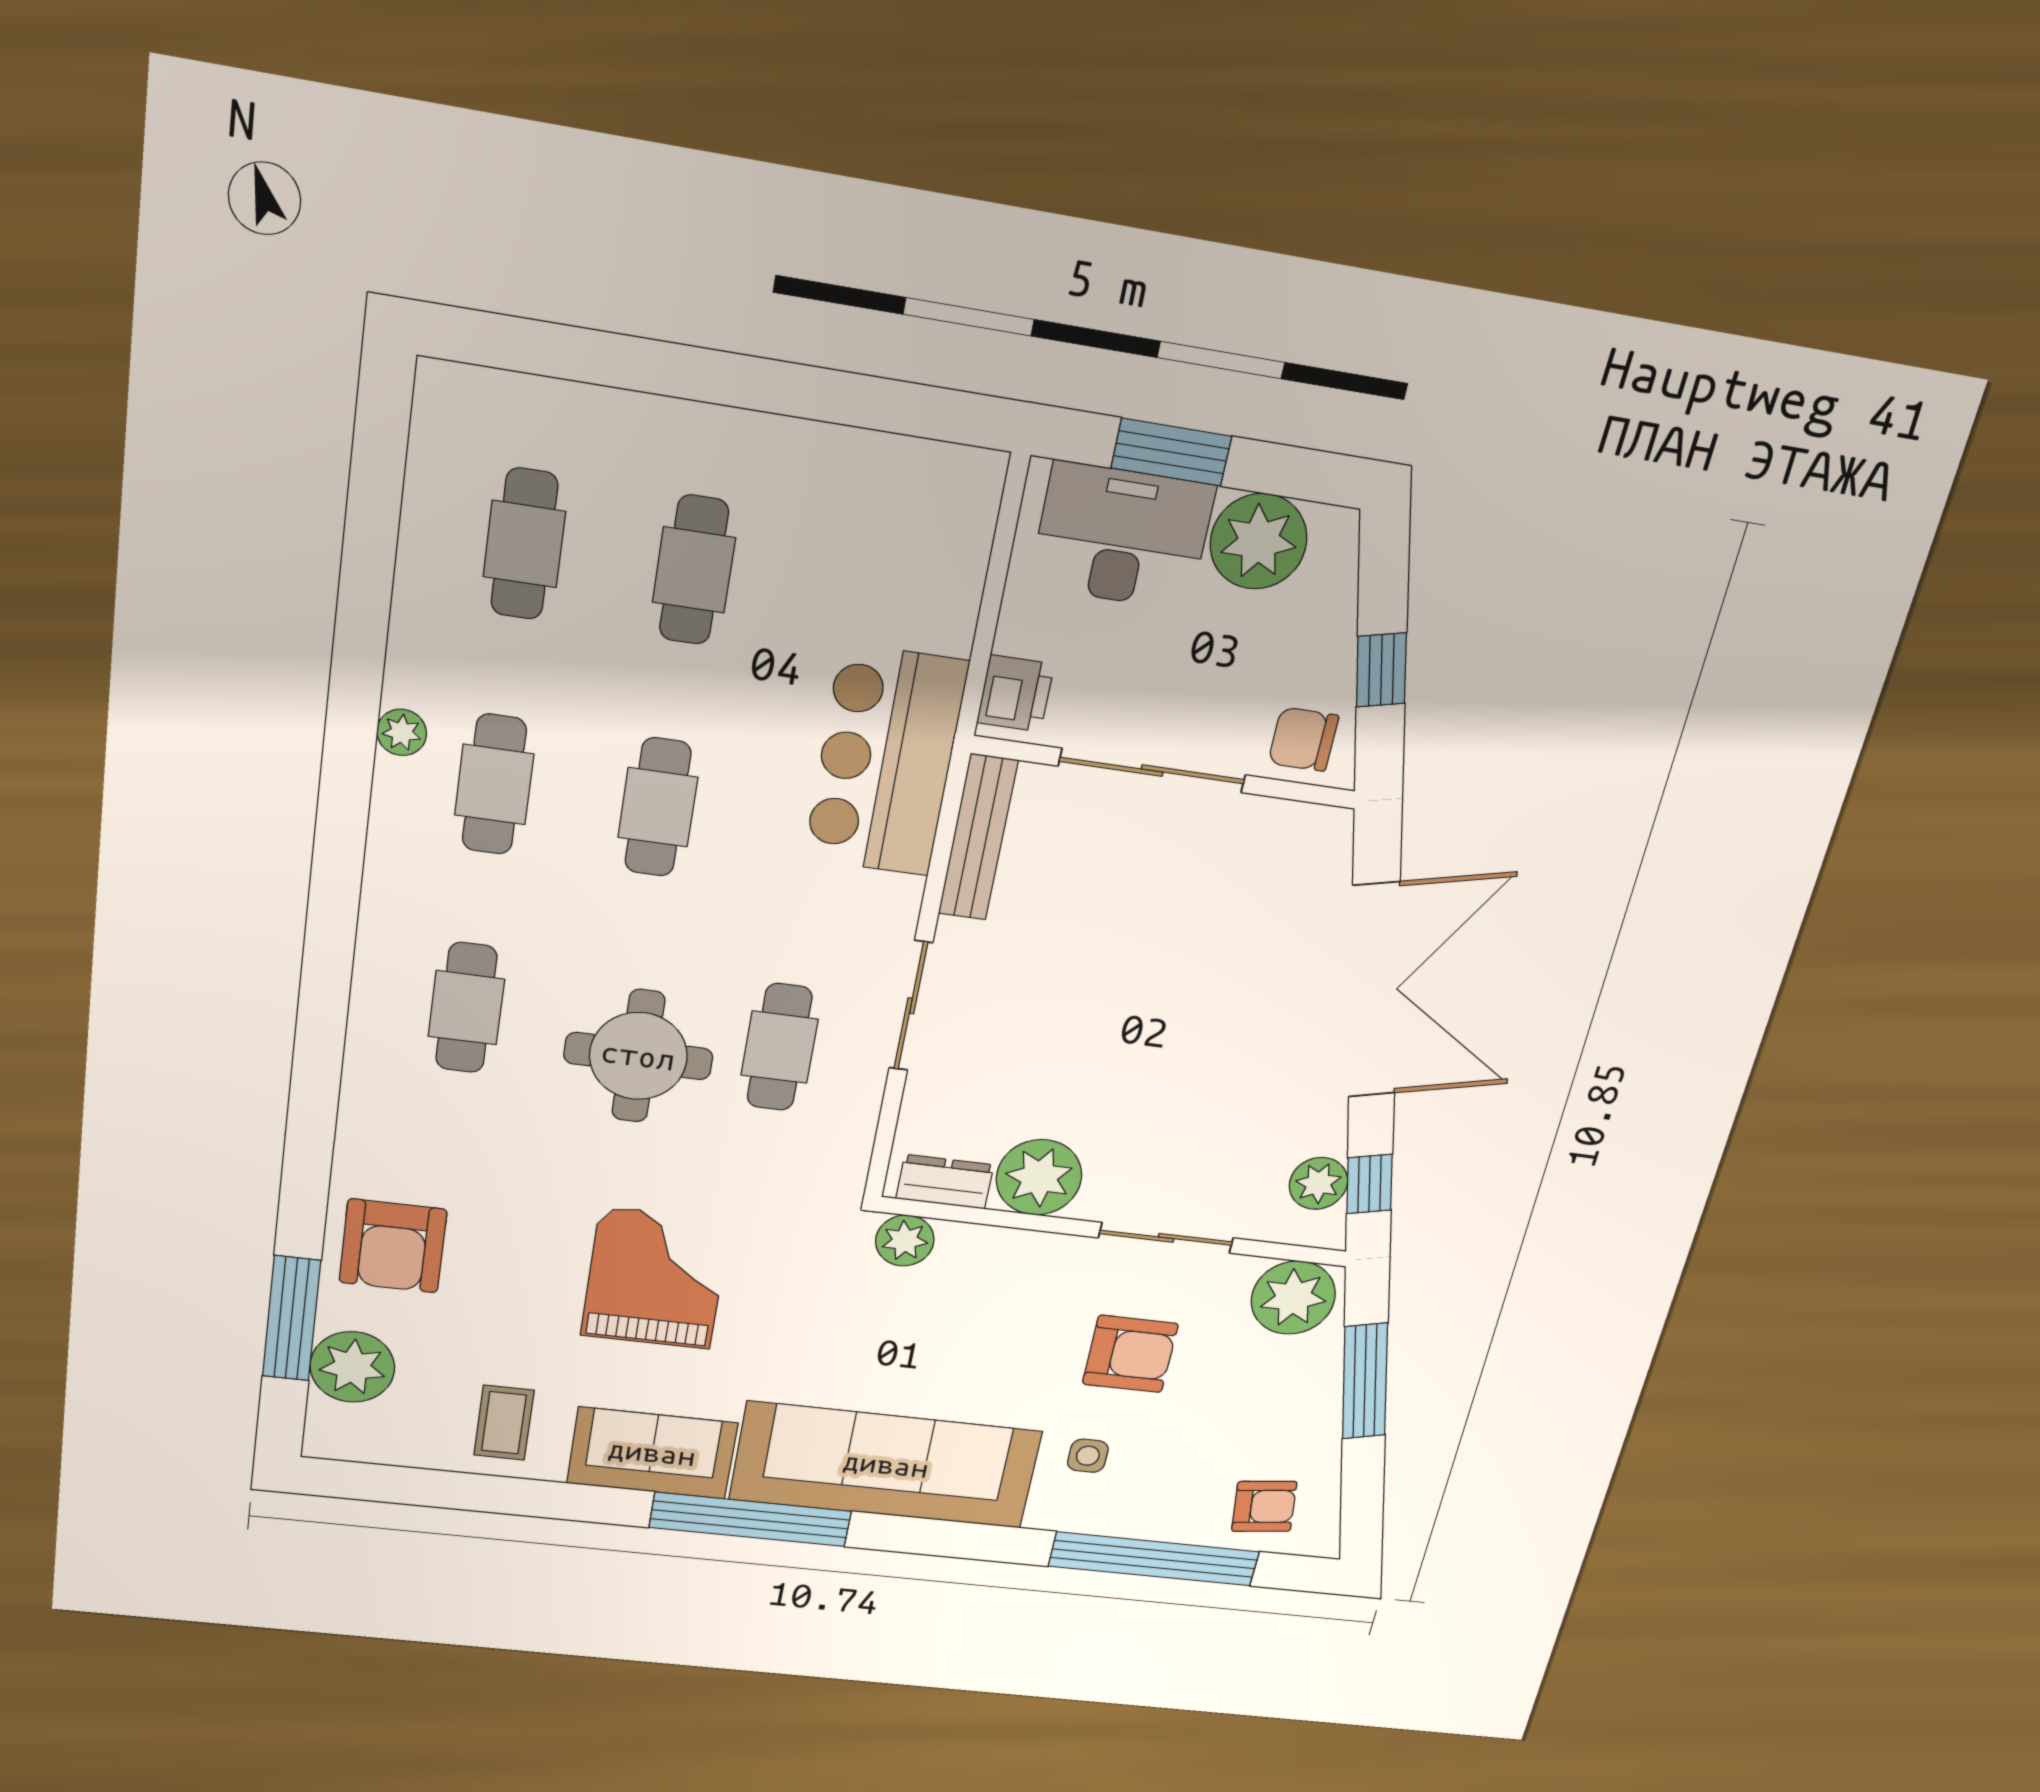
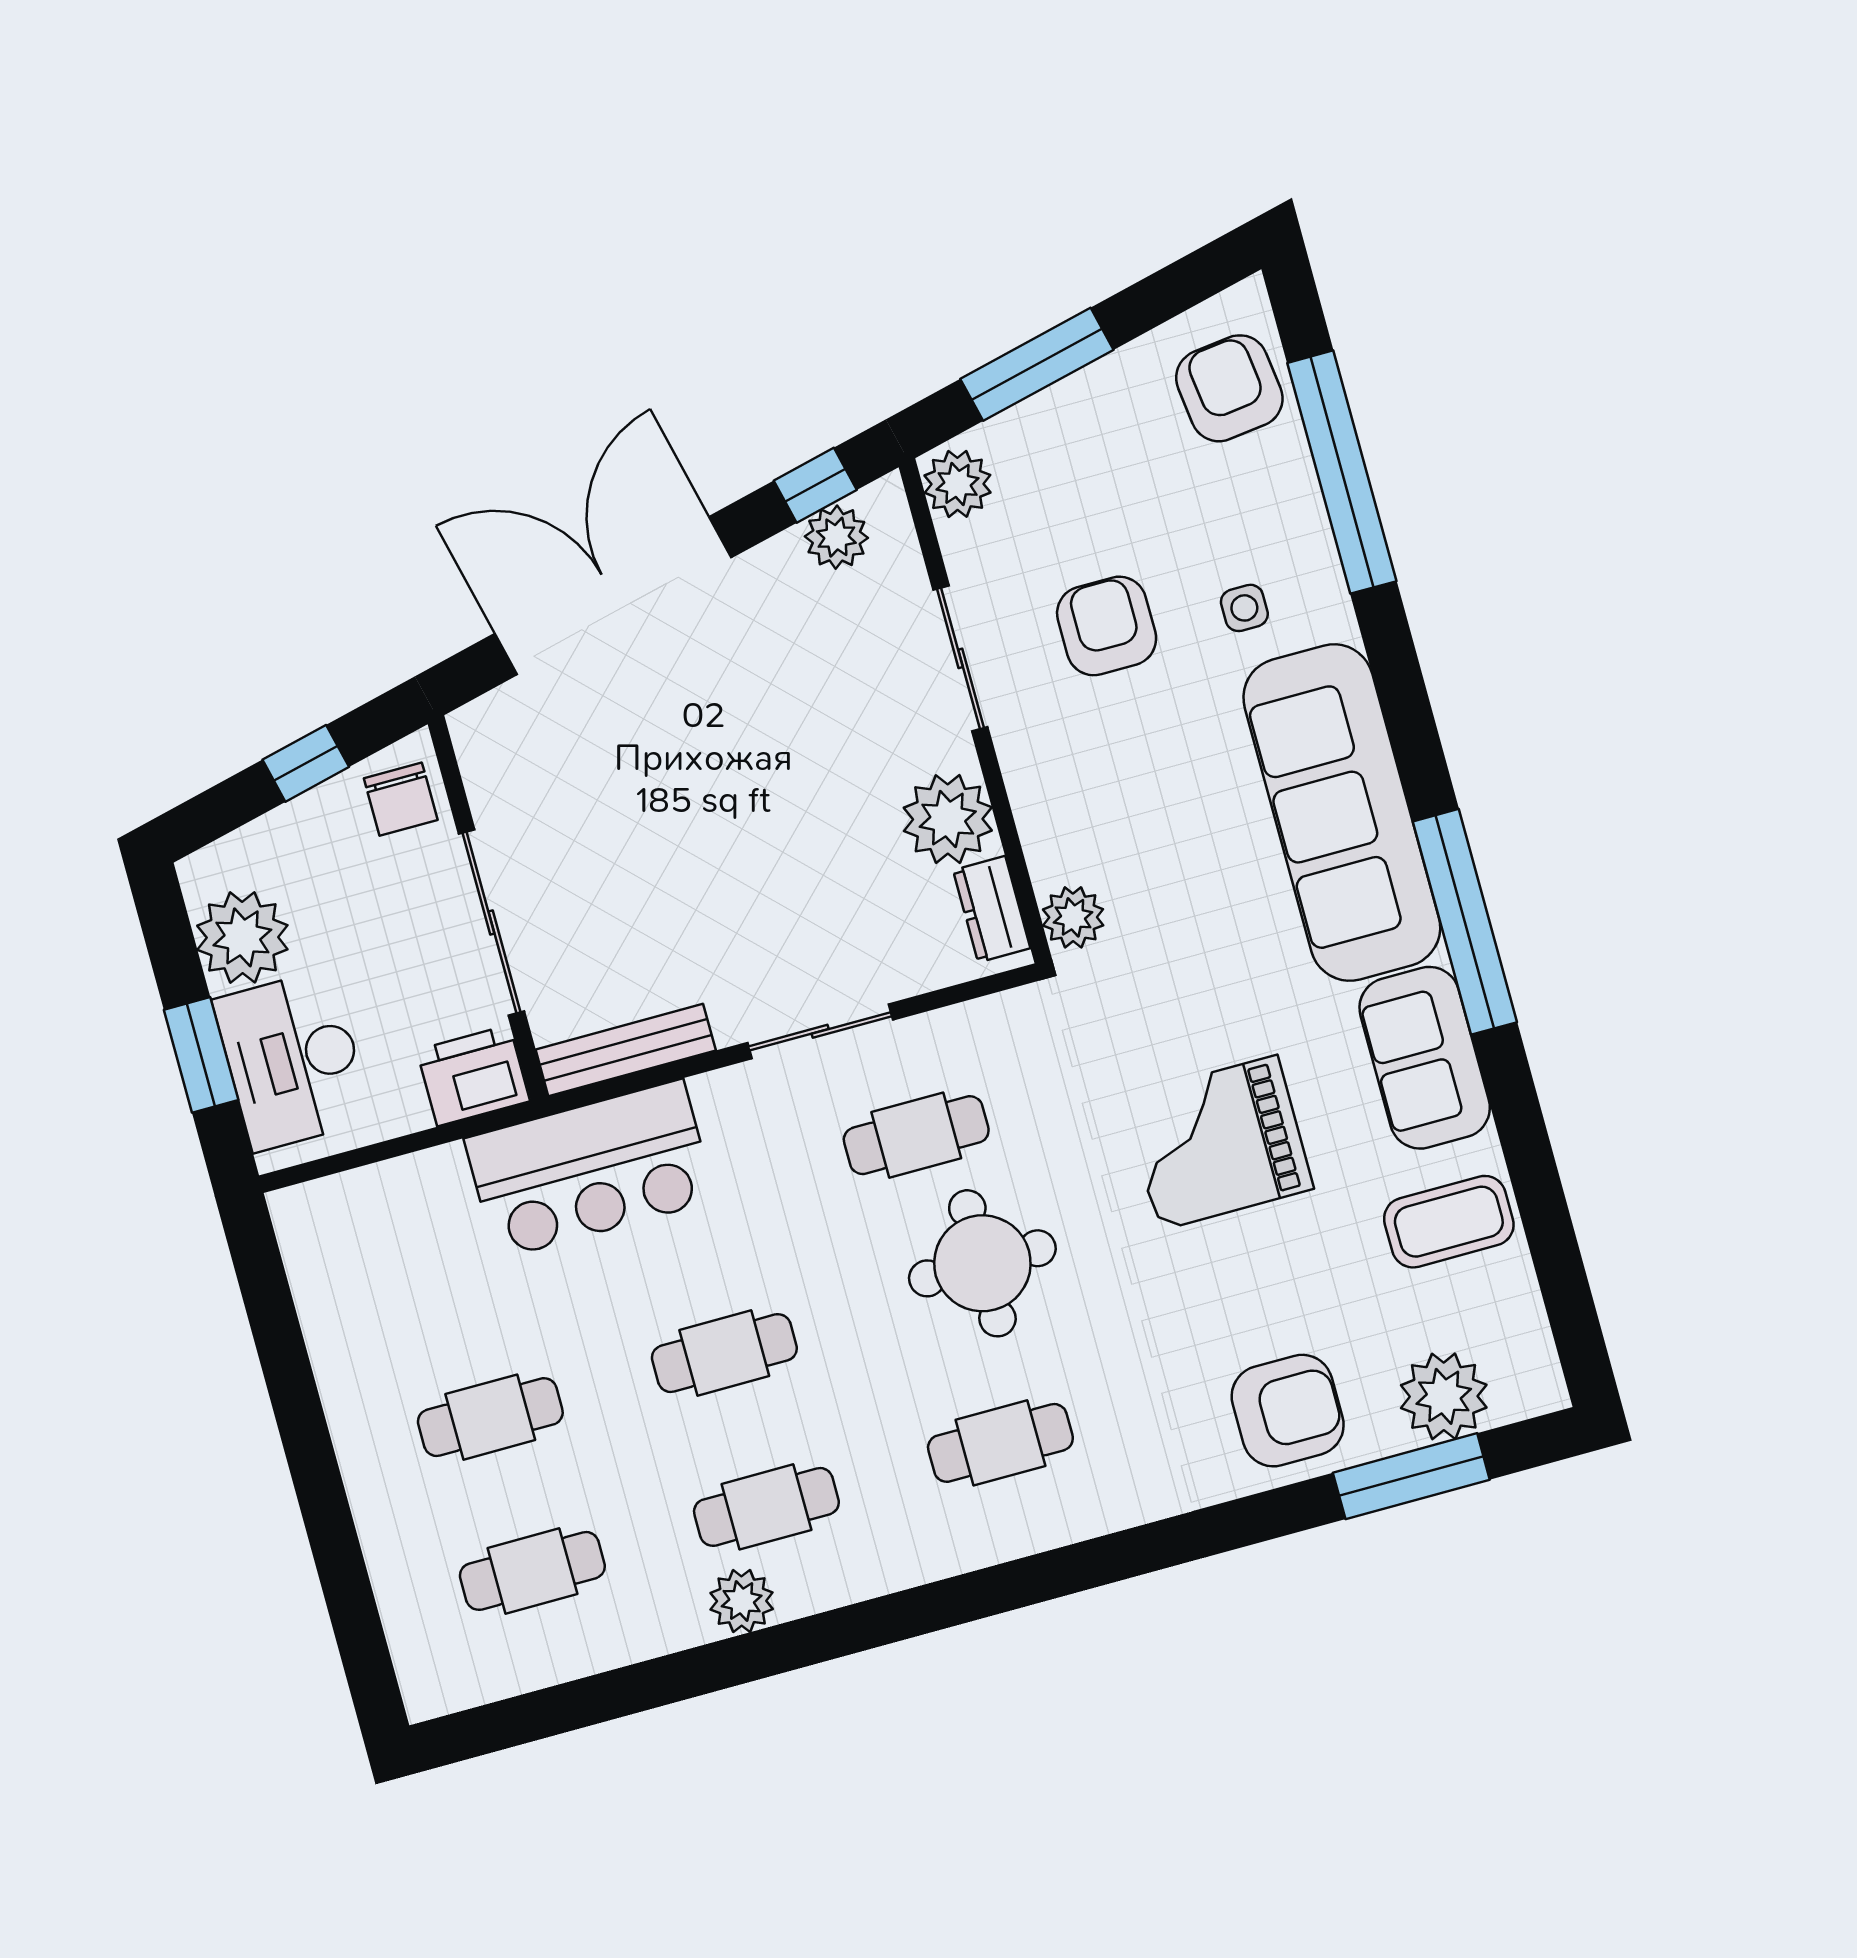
printer: (1015, 693) -> (473, 1076), width x1.36, depth x1.24
plant: (402, 732) -> (742, 1601), width x1.38, depth x1.38
plant: (1293, 1298) -> (958, 484), width x0.73, depth x0.73
coffee table: (504, 1423) -> (1449, 1222), width x1.36, depth x1.30
armchair: (1264, 1506) -> (1229, 388), width x1.38, depth x1.38

